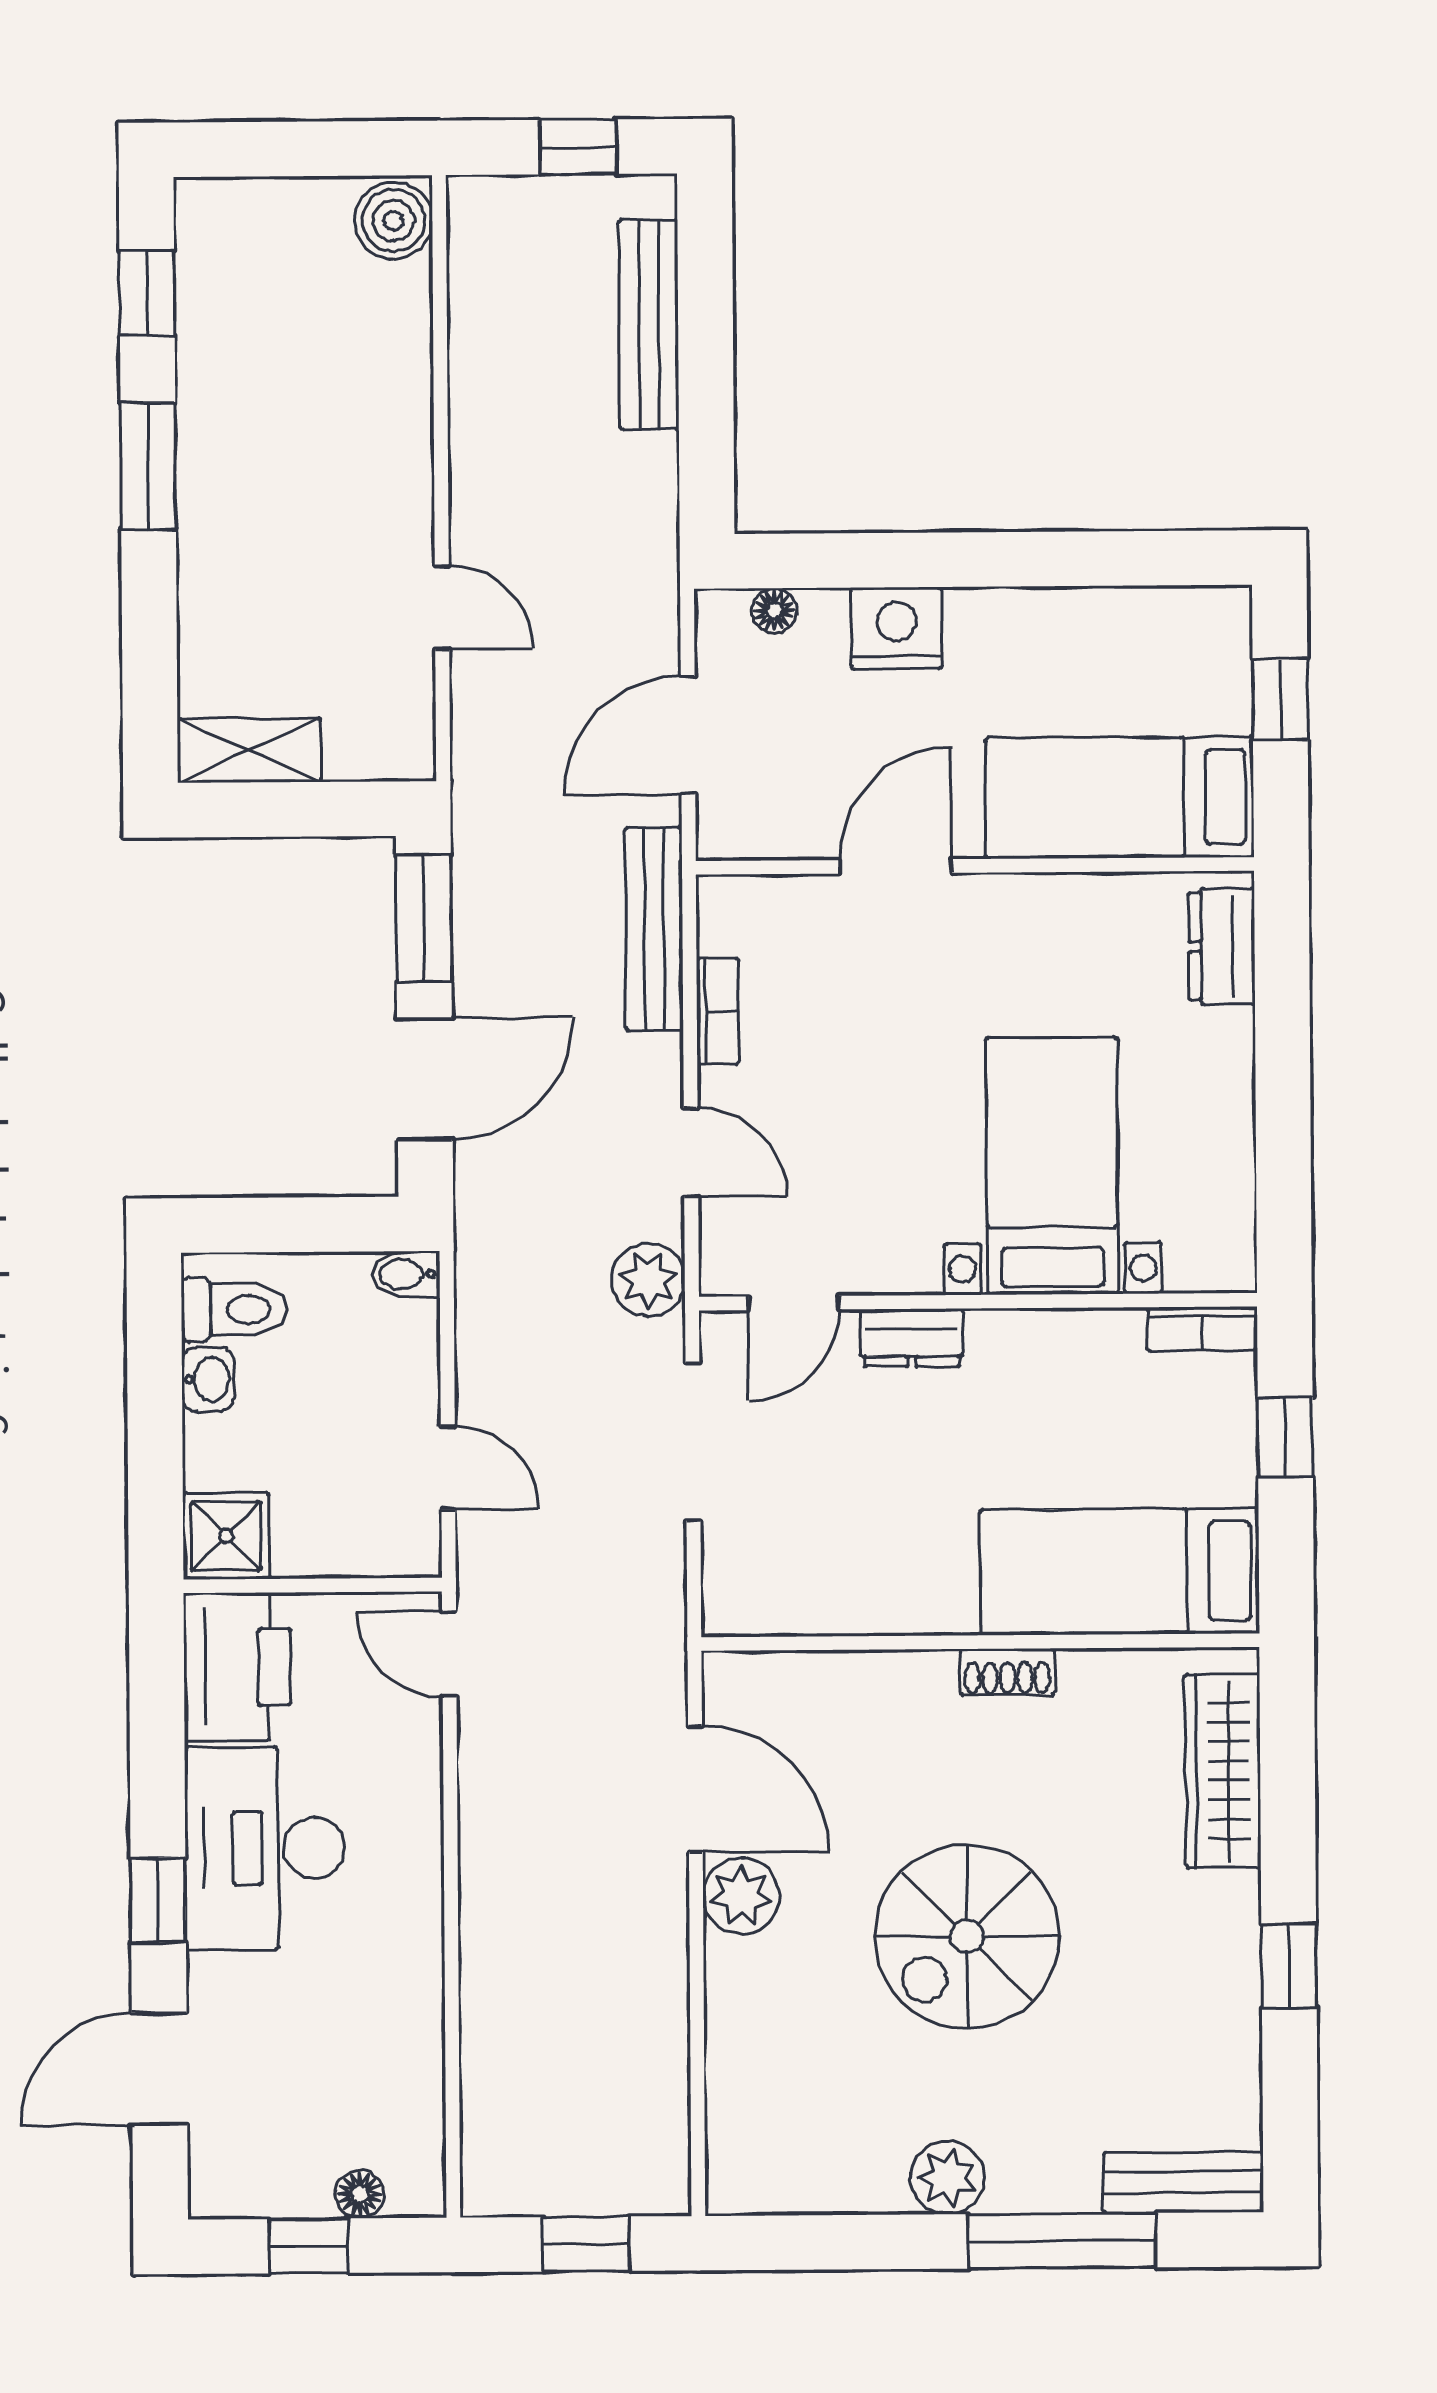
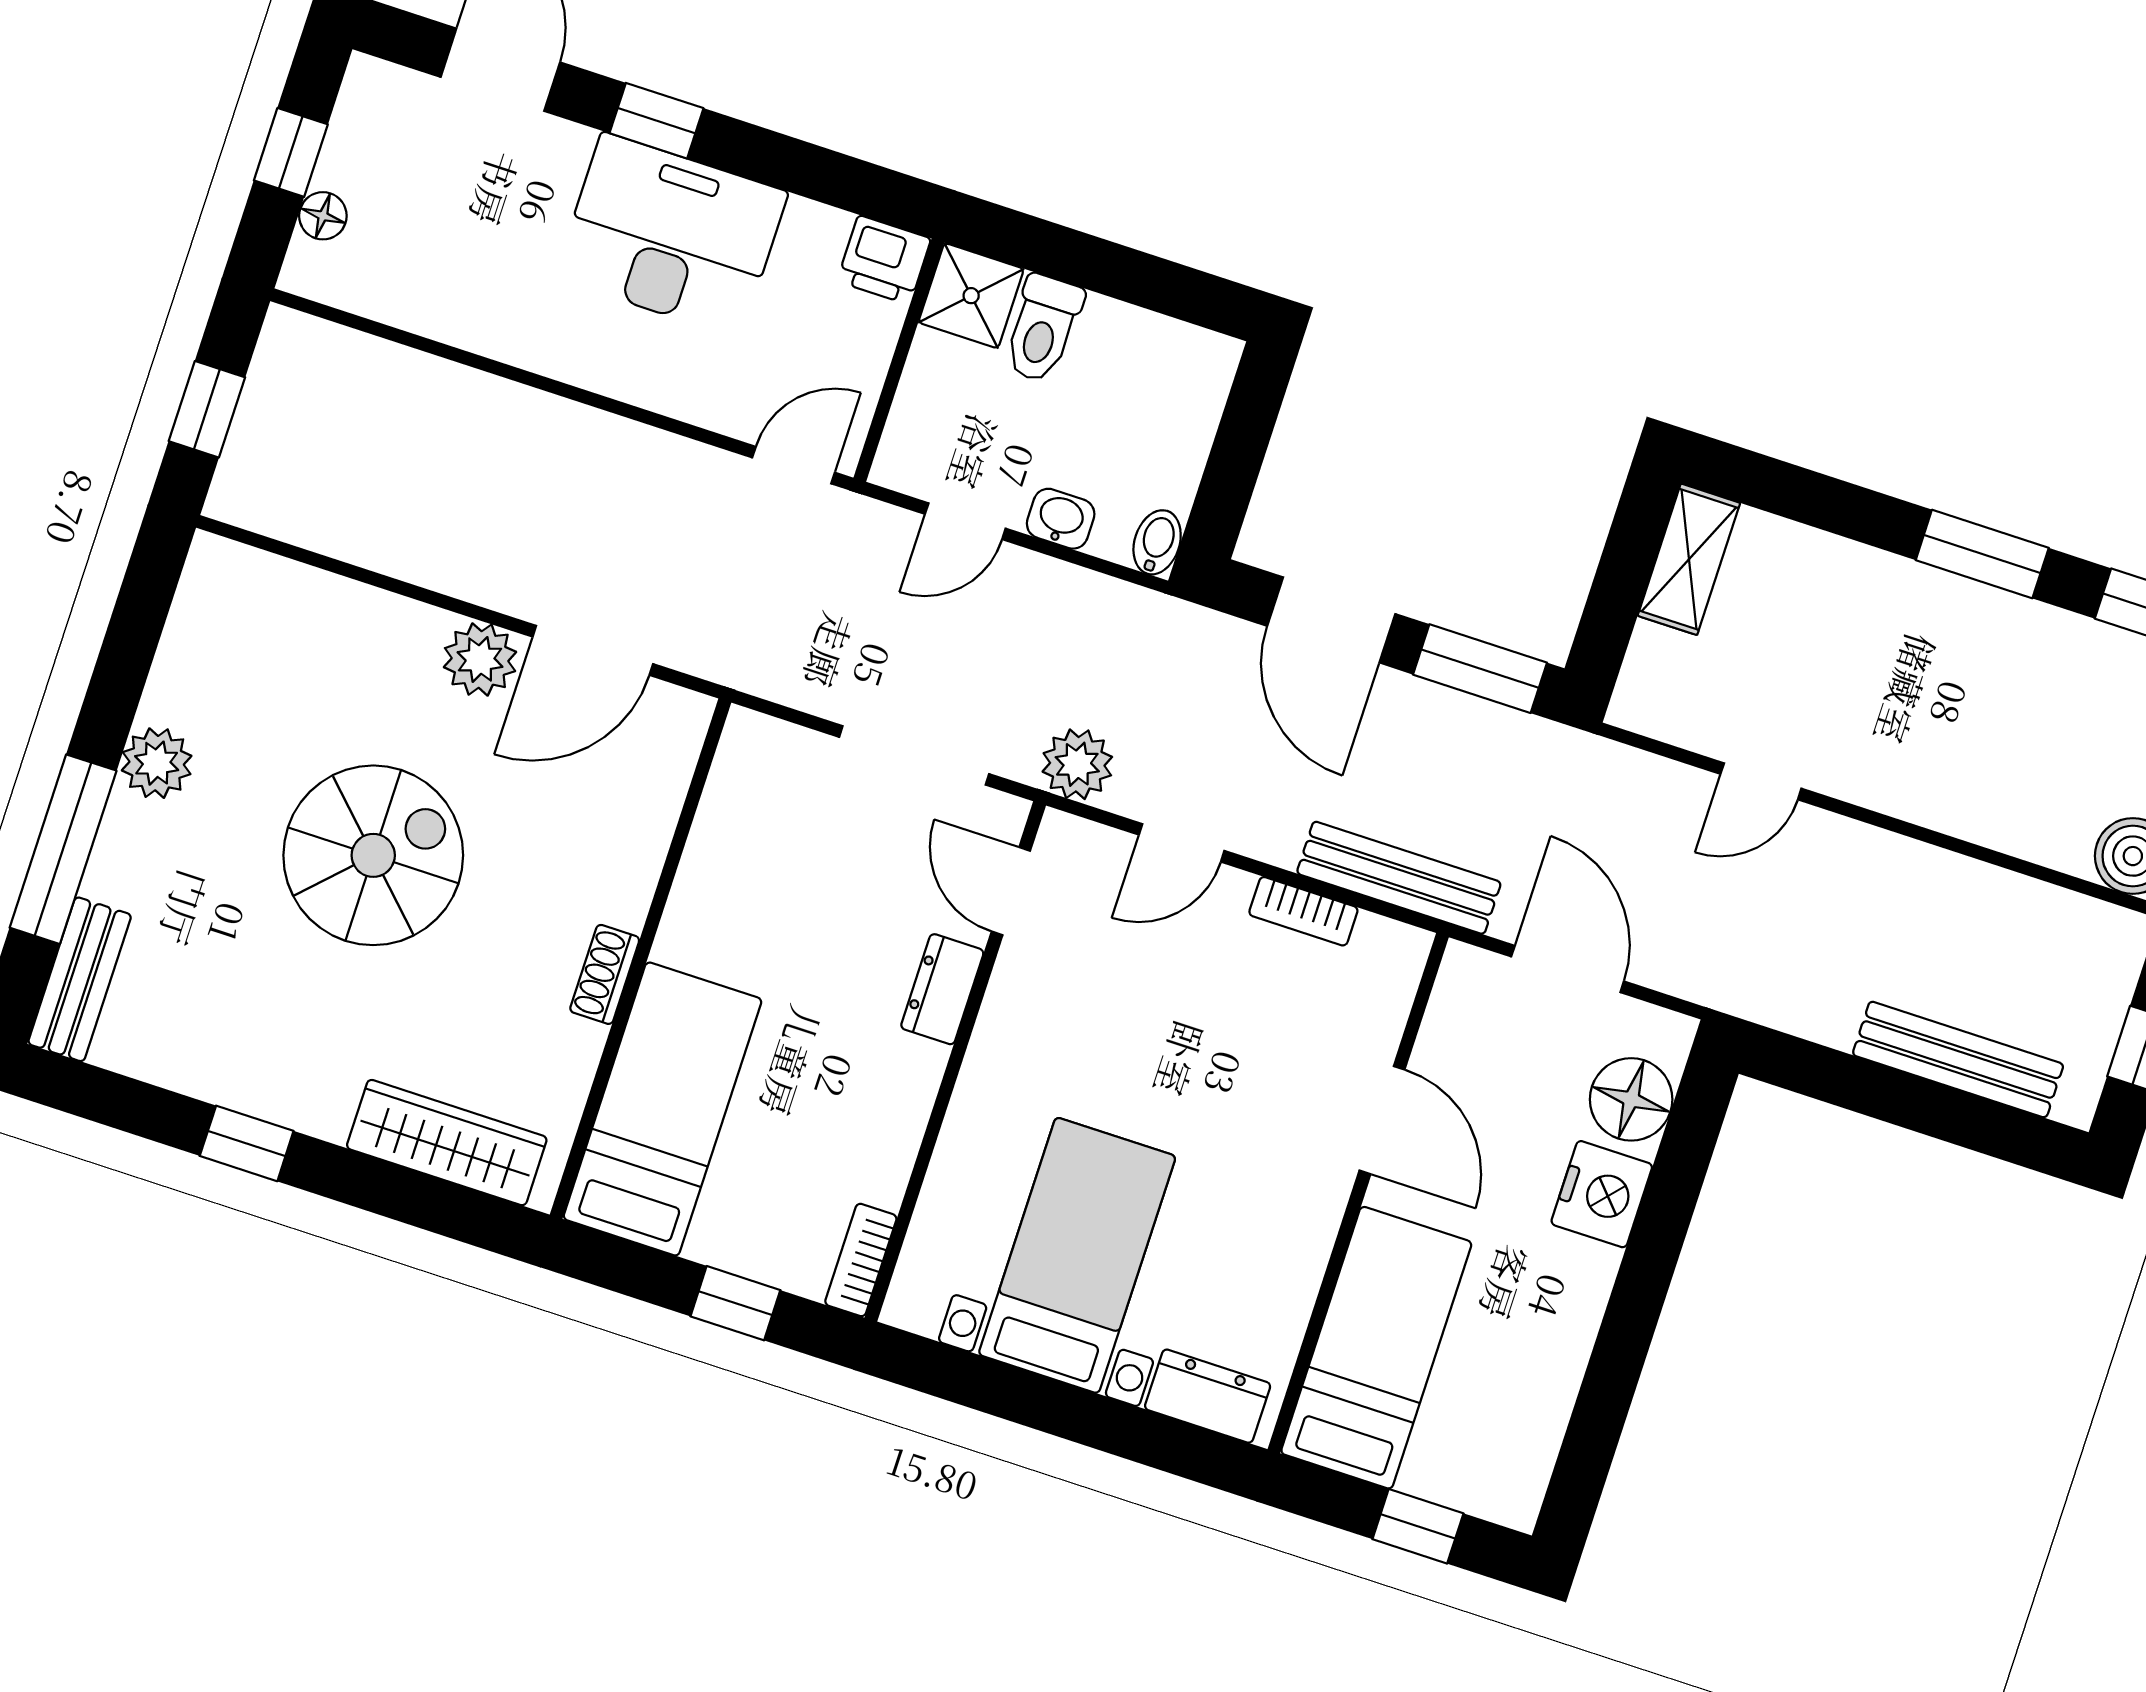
floor lamp: (774, 611) -> (1631, 1099), width x1.89, depth x1.89
bed with nightstands: (1052, 1166) -> (1077, 1255), moved, turned -90
toilet: (234, 1310) -> (1043, 329), moved
washbasin: (208, 1379) -> (1061, 519), moved, turned 180
printer: (237, 1667) -> (884, 260), width x0.53, depth x0.68
spiral stairs: (967, 1936) -> (373, 855), turned 90

